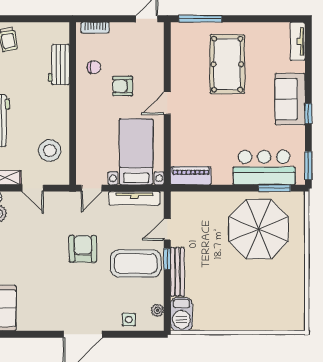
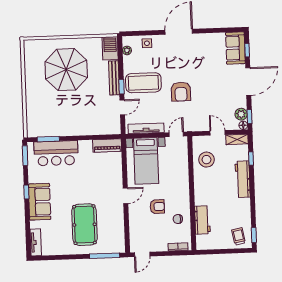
parasol: (259, 229) -> (66, 70), moved

